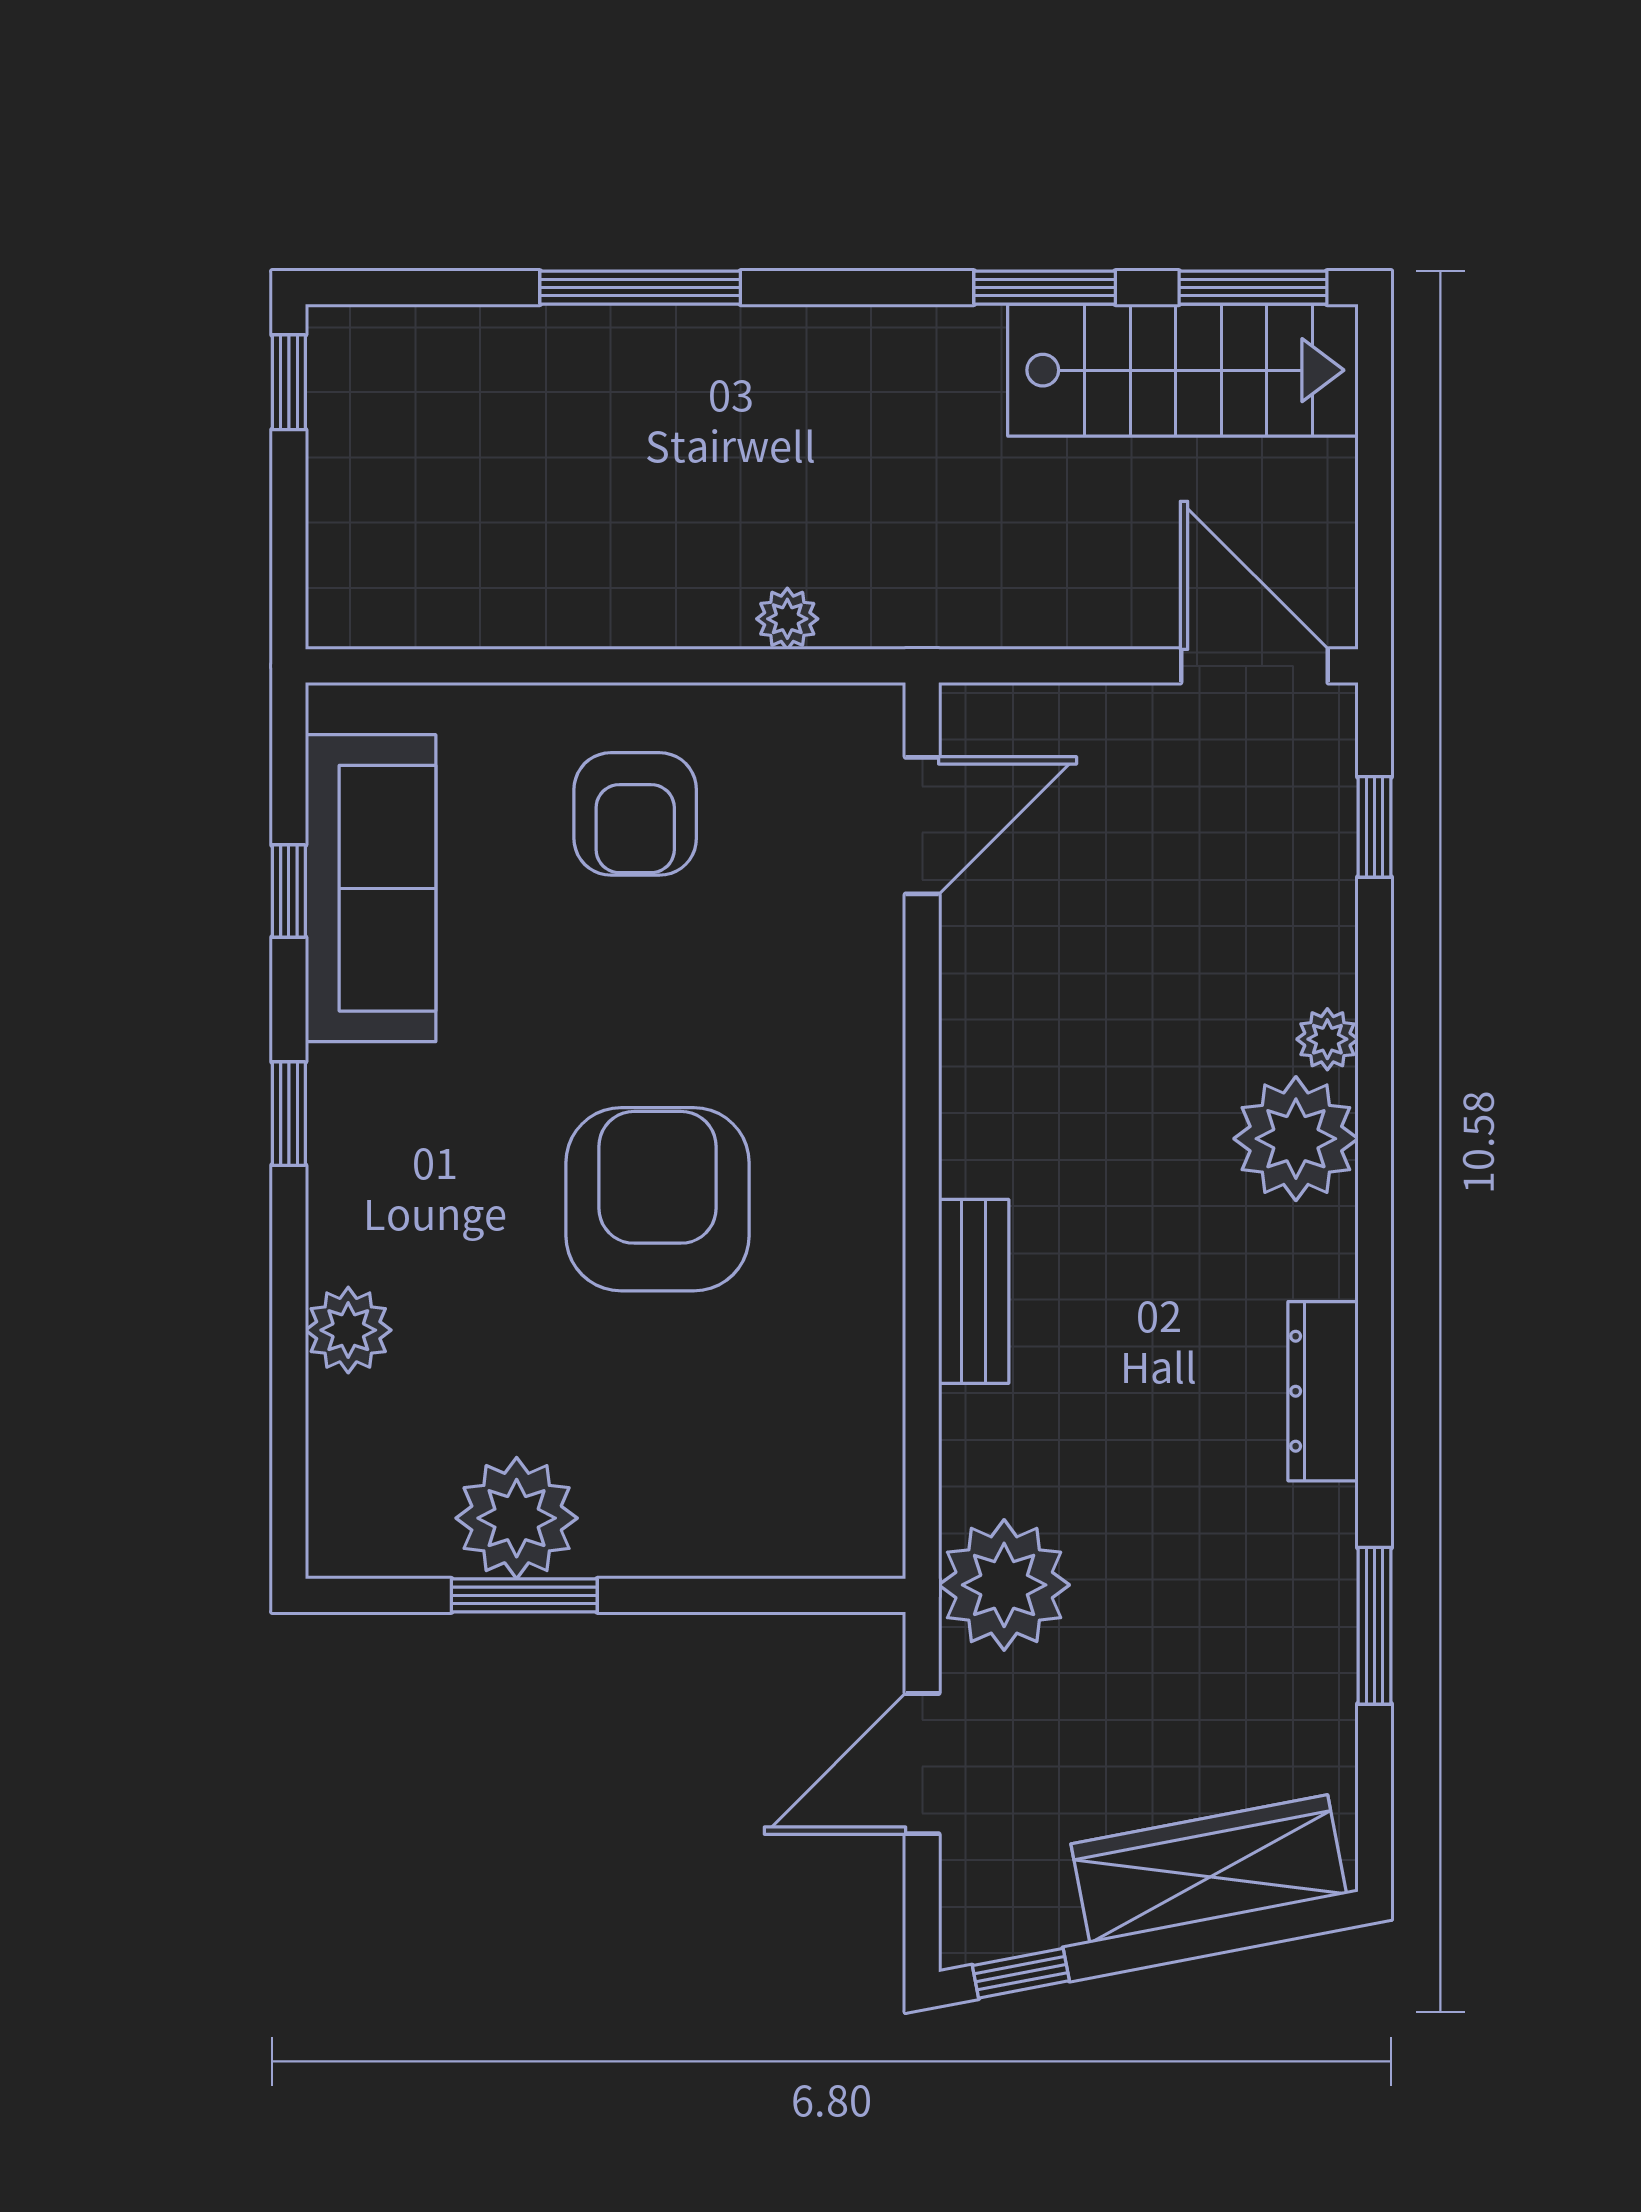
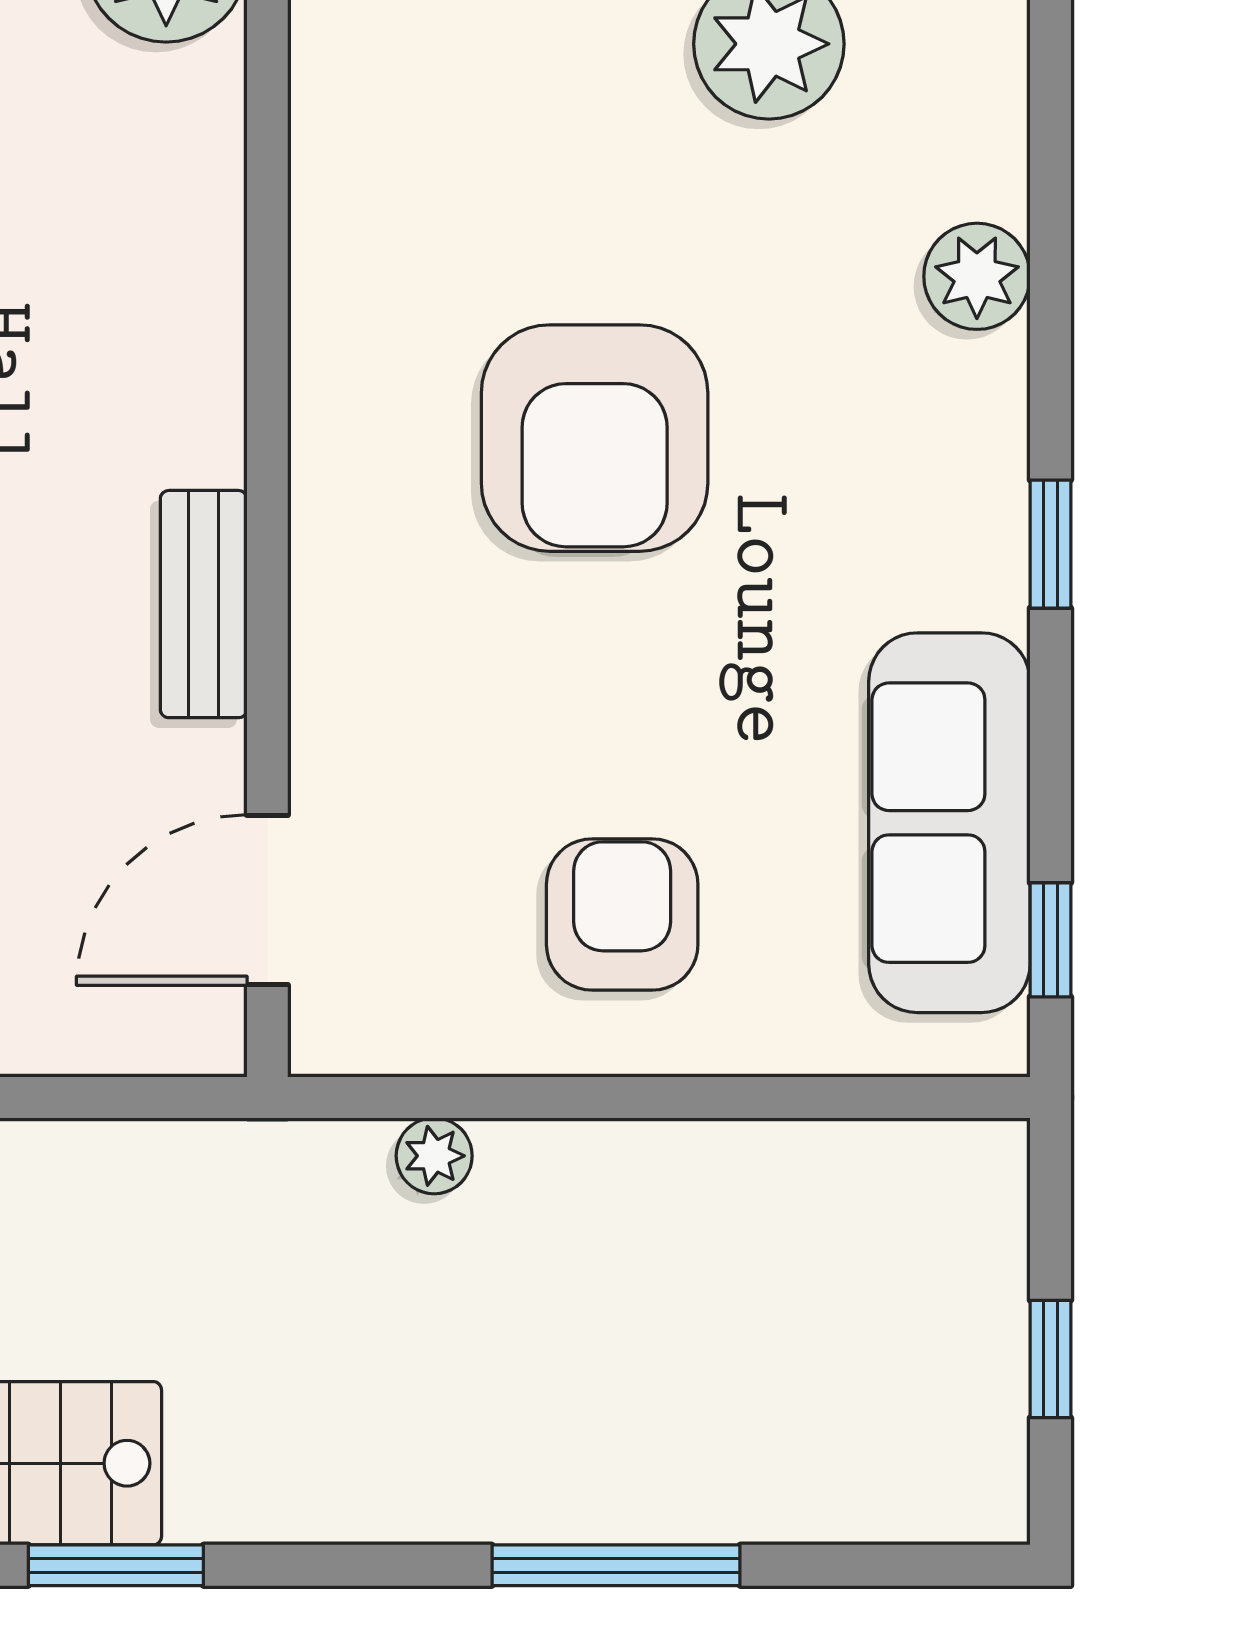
window: (289, 382) -> (1050, 1359), moved
window: (289, 891) -> (1050, 940), moved
bench: (974, 1291) -> (204, 604), moved

